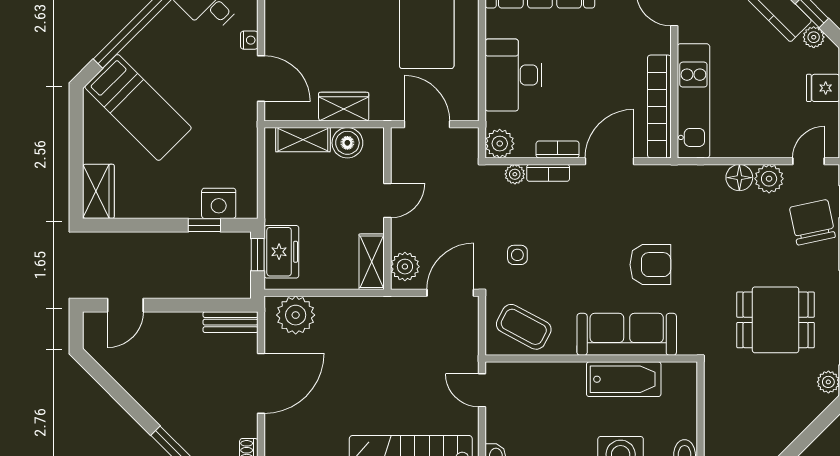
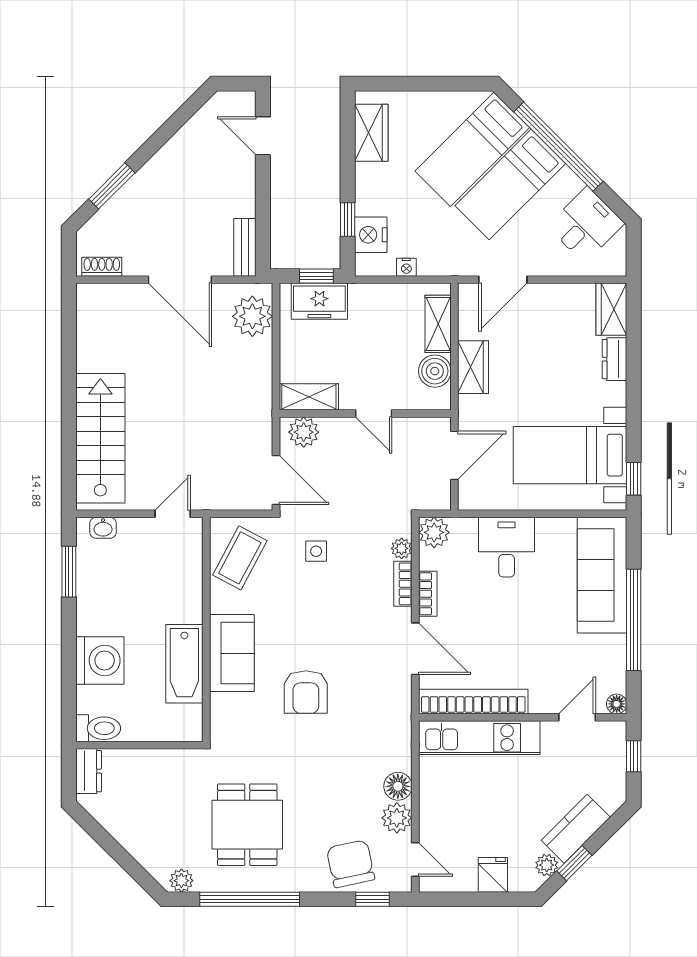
nightstand: (249, 40) -> (406, 267), moved
bed: (171, 72) -> (510, 185), added
desk: (514, 75) -> (507, 547), width x0.73
wardrobe: (98, 191) -> (371, 133), moved, turned -90
chair: (812, 222) -> (351, 864), turned -90
sofa: (627, 334) -> (232, 653), width x0.73

